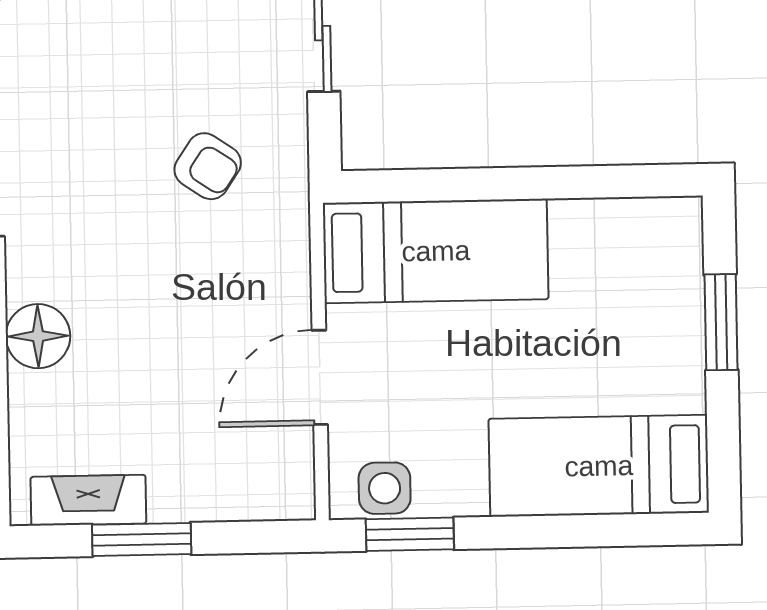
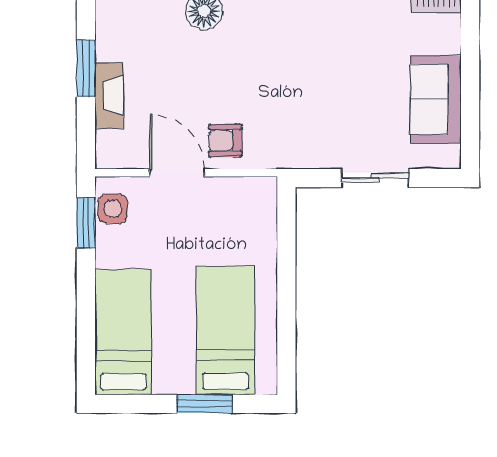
armchair: (208, 166) -> (225, 141), moved, turned 56
bed: (436, 251) -> (225, 330), moved, turned 180
fireplace: (88, 500) -> (109, 96), moved

